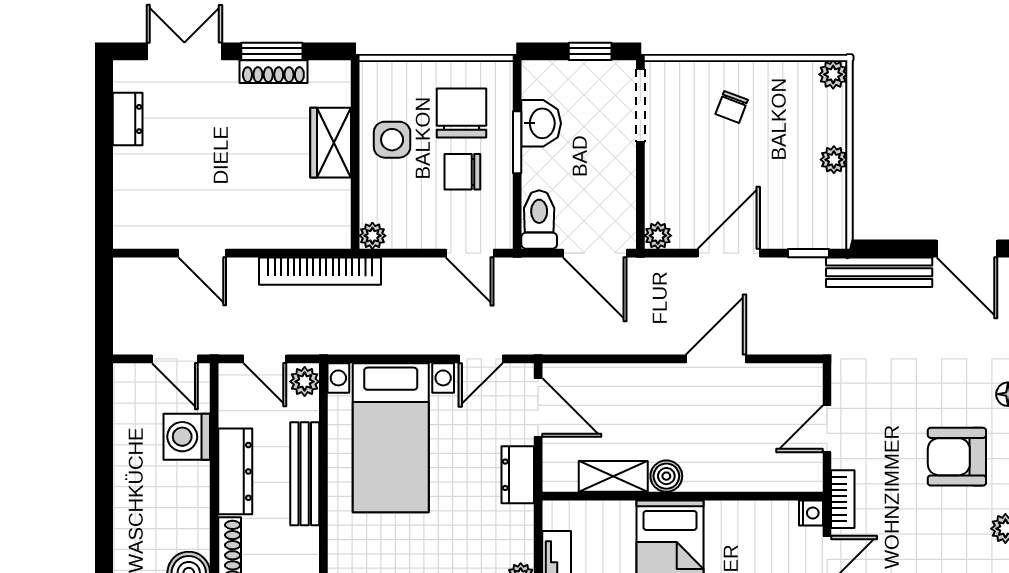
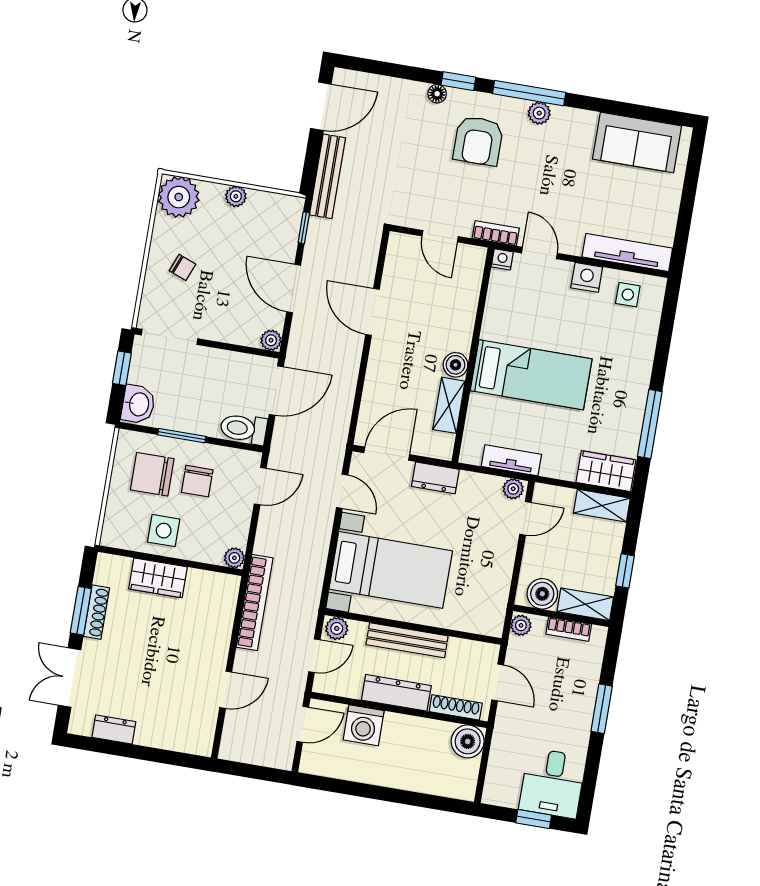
plant: (833, 74) -> (179, 197), width x1.88, depth x1.88
washbasin: (541, 123) -> (138, 404), moved, turned 90

